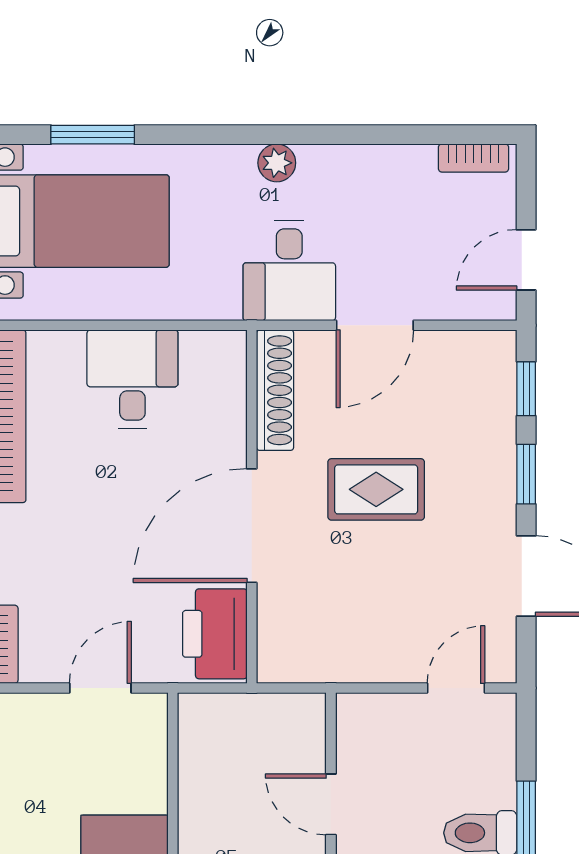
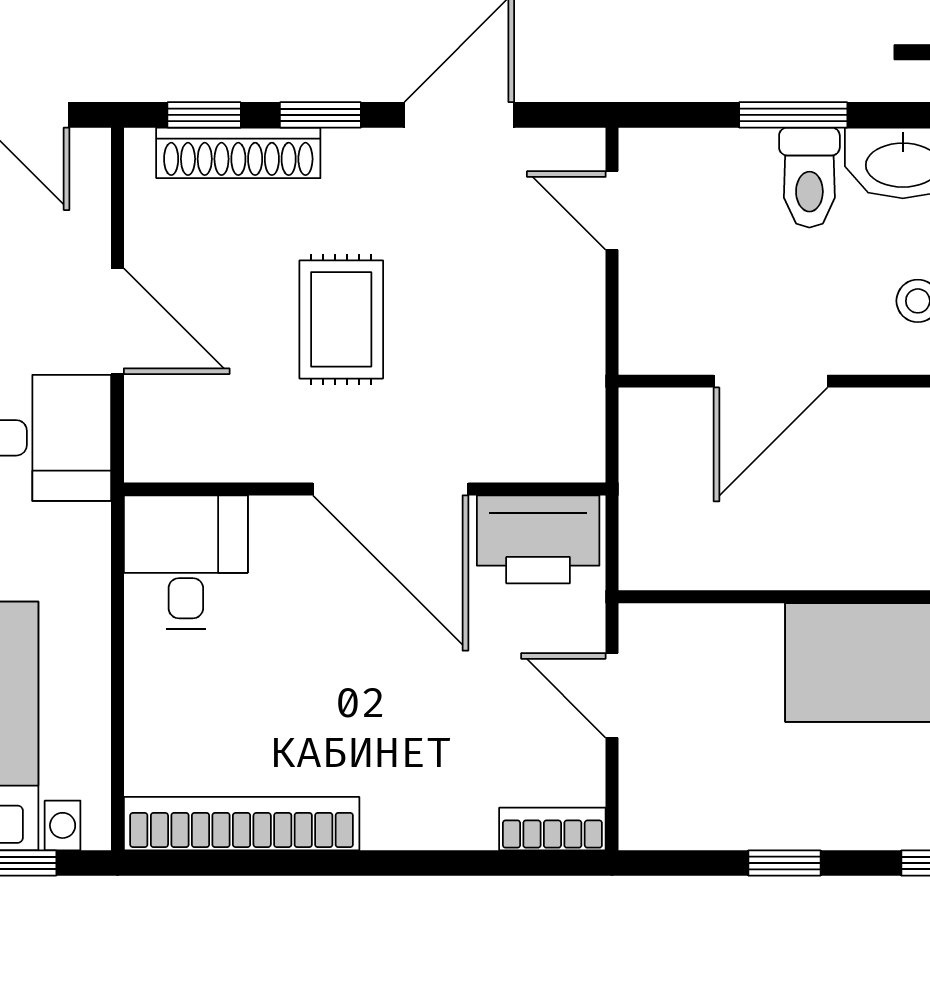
desk: (132, 379) -> (186, 562), moved, turned 90
shoe rack: (275, 390) -> (238, 153), moved, turned 180
door: (331, 804) -> (771, 381), width x1.38

